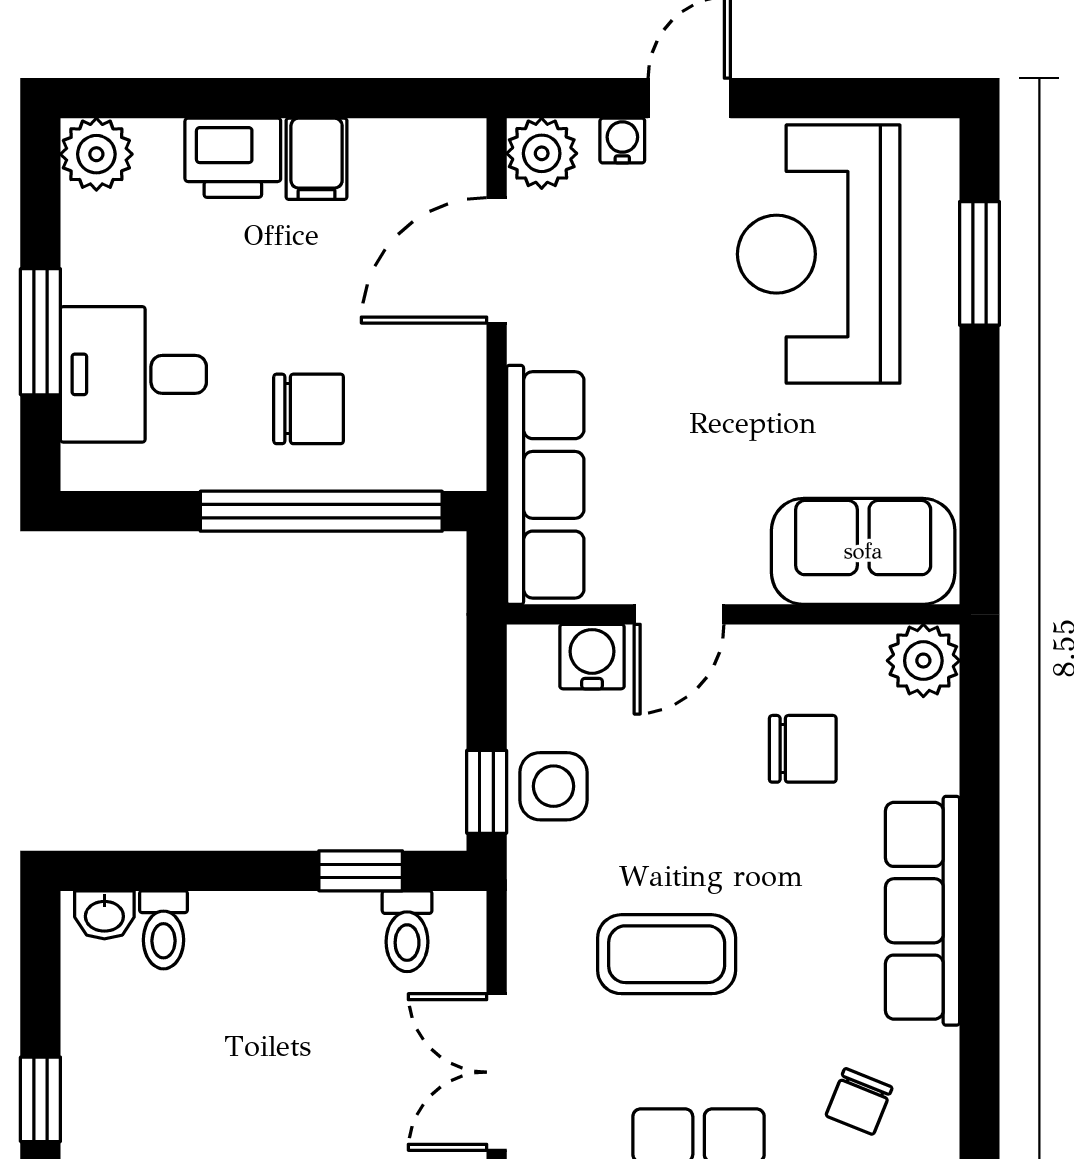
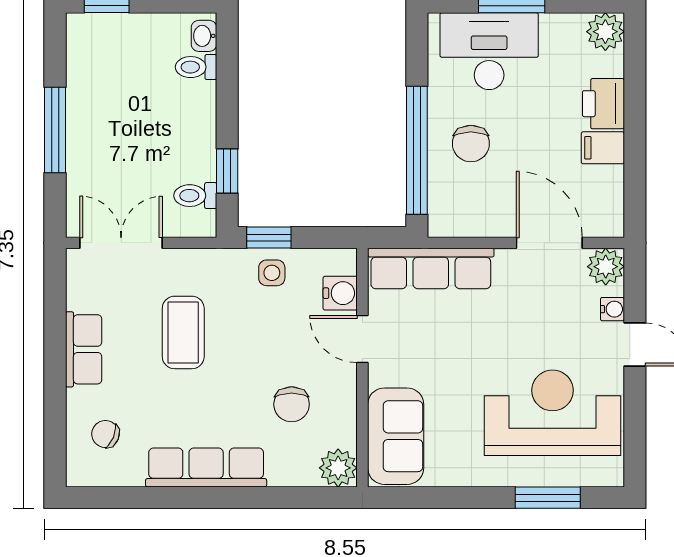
desk: (133, 374) -> (489, 51), width x1.37
side table: (554, 786) -> (272, 273), width x0.73, depth x0.73

